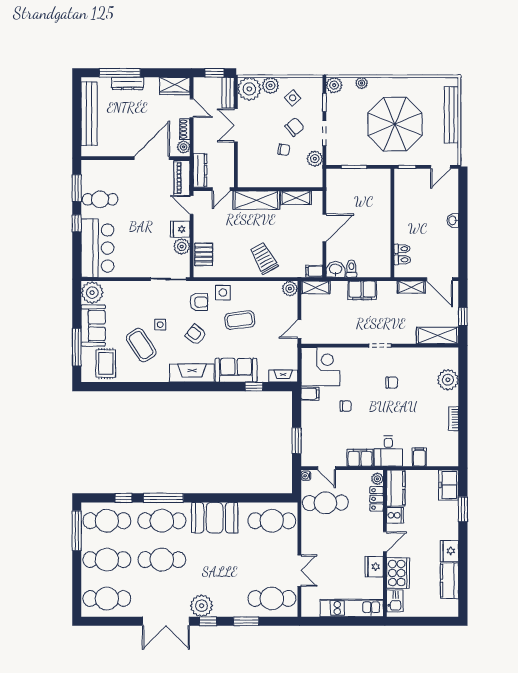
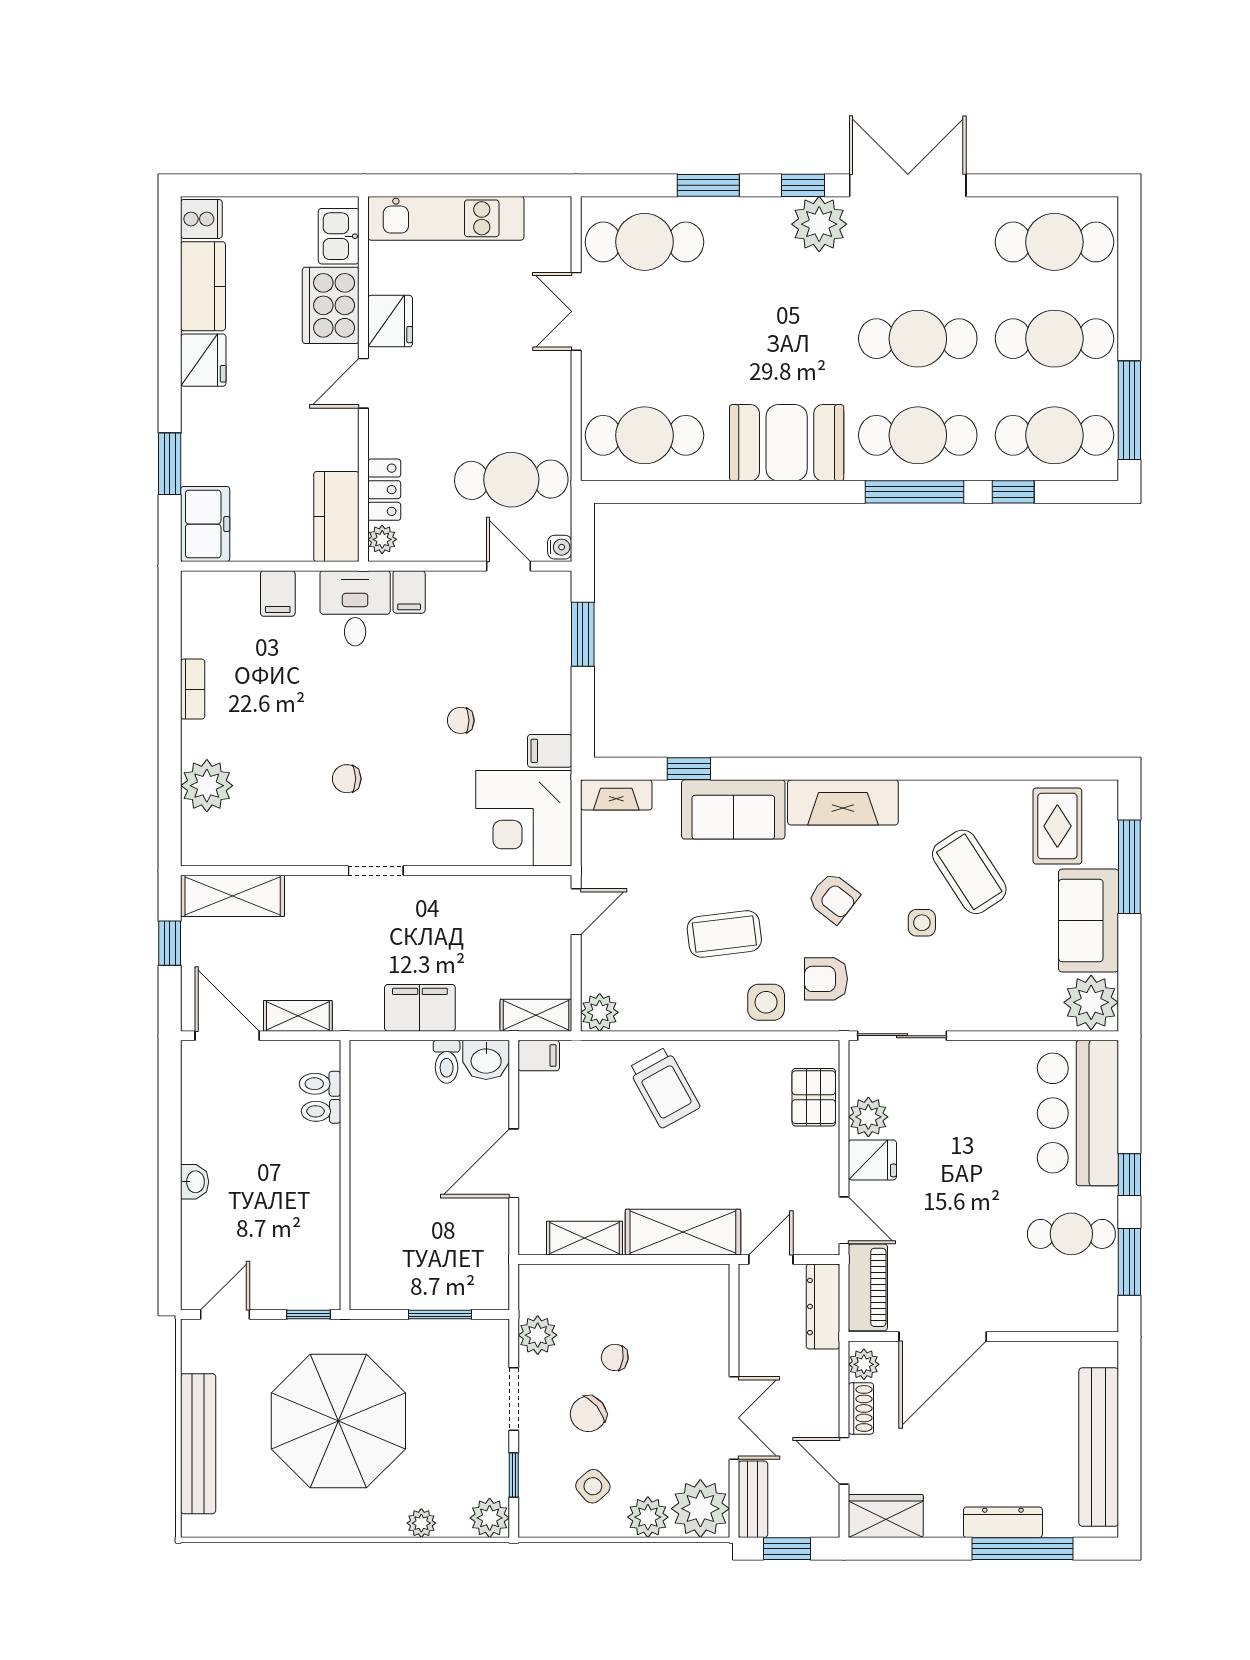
filing cabinet: (360, 458) -> (409, 592), width x0.50
cooker: (395, 515) -> (201, 219), moved, turned 180

